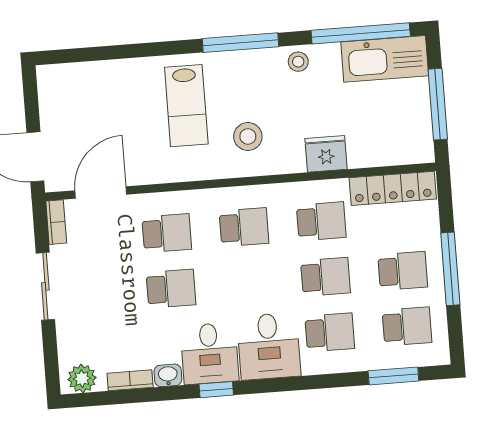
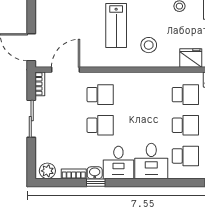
school desk: (244, 227) -> (143, 95), removed
window: (216, 390) -> (96, 183), moved

